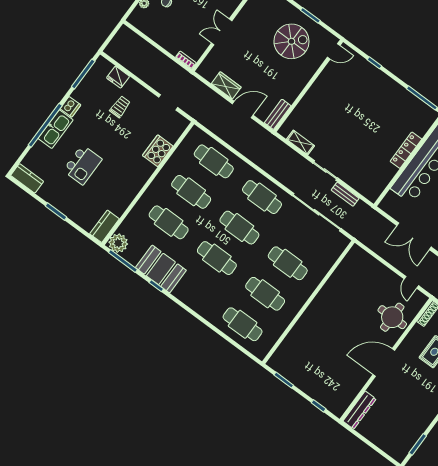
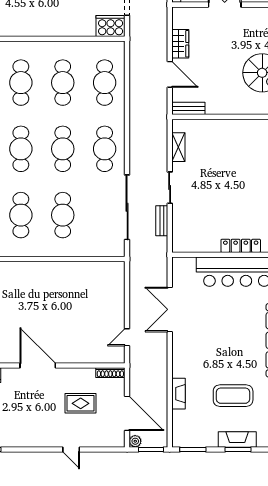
cooker: (158, 151) -> (111, 26), moved
round table: (392, 317) -> (84, 343), removed

